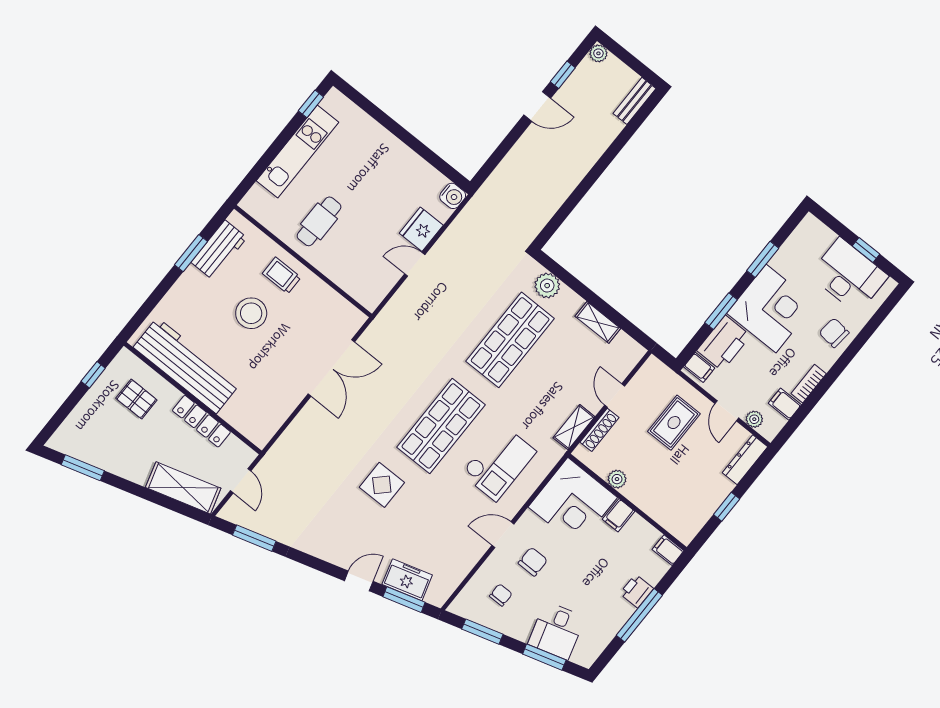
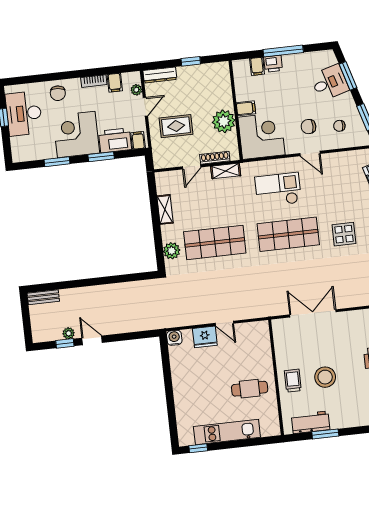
plant: (598, 53) -> (69, 333), moved
trolley: (282, 275) -> (293, 381), turned 180
plant: (617, 479) -> (224, 121), width x1.88, depth x1.88
filing cabinet: (668, 550) -> (257, 66), moved

